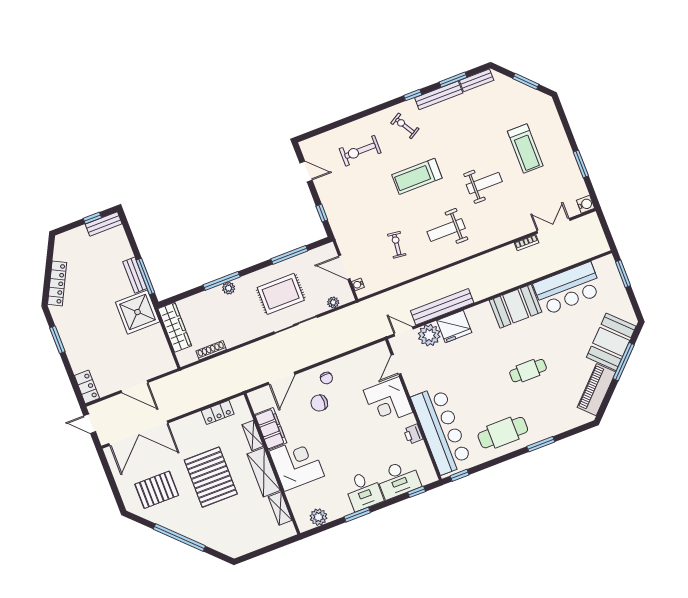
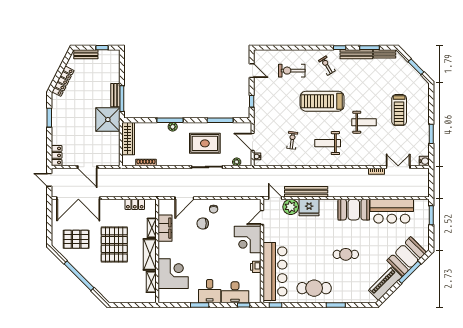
treadmill: (417, 176) -> (322, 101), width x1.37, depth x1.38
bench: (104, 224) -> (86, 54), moved
corner desk: (297, 464) -> (173, 274), moved
plant: (318, 517) -> (174, 297), removed

